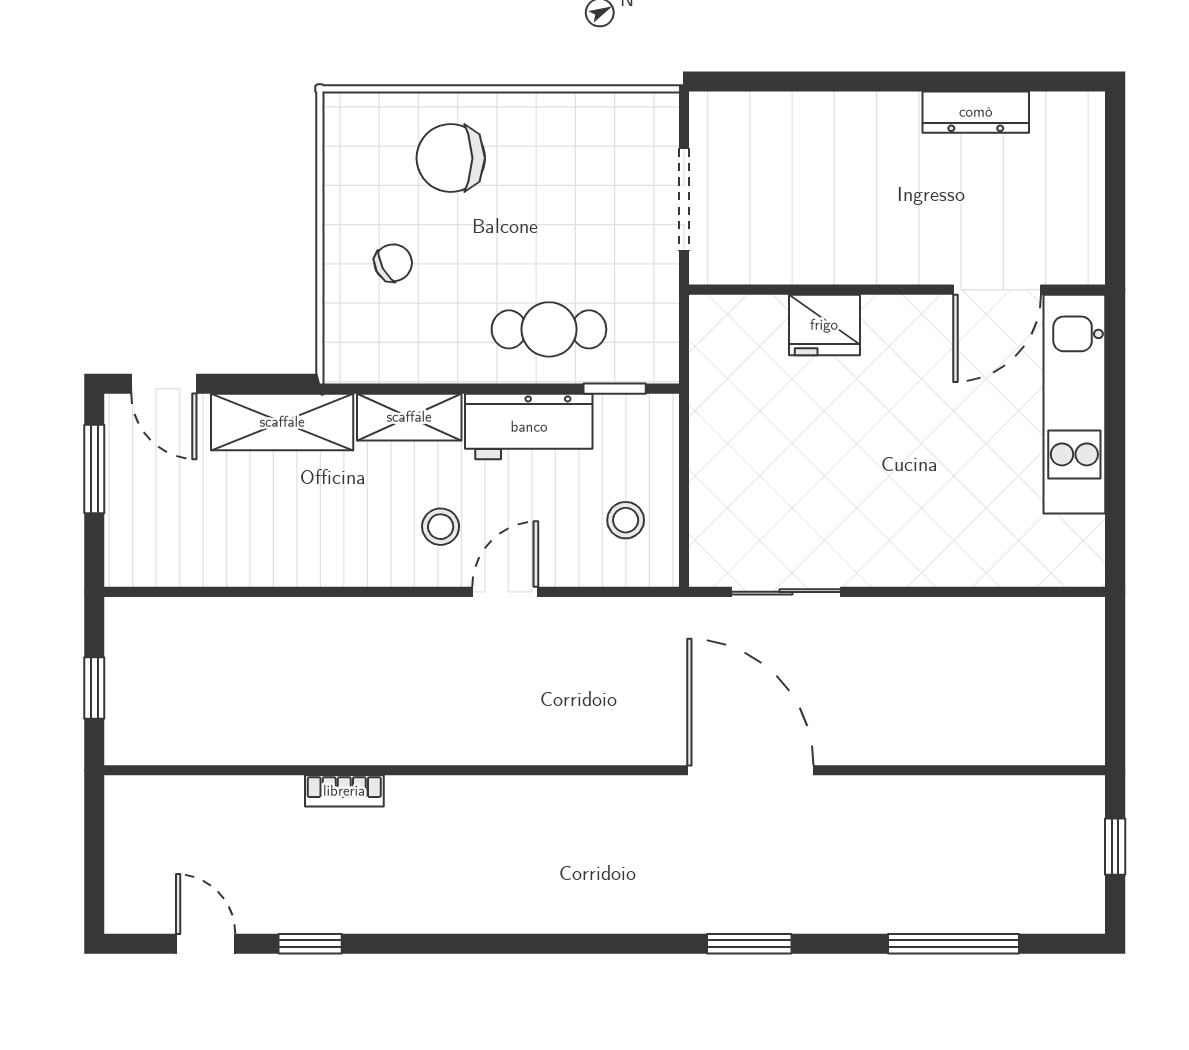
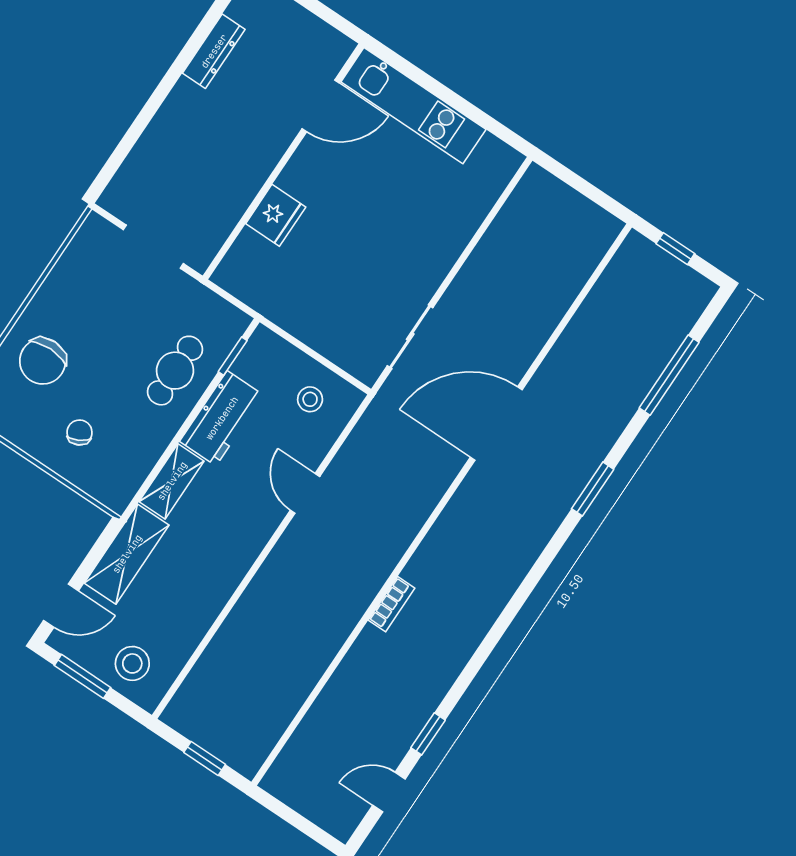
door: (997, 290) -> (321, 106), hinge flipped
stool: (441, 527) -> (132, 663), moved, width x1.37, depth x1.37
bookcase: (344, 791) -> (392, 604), moved

